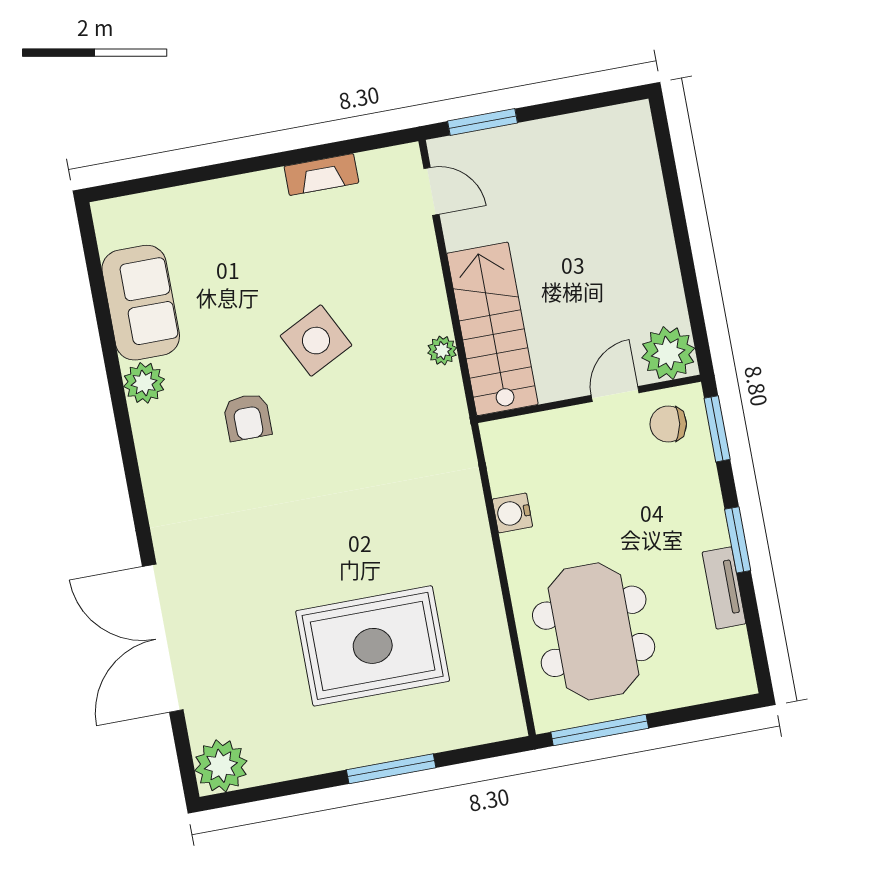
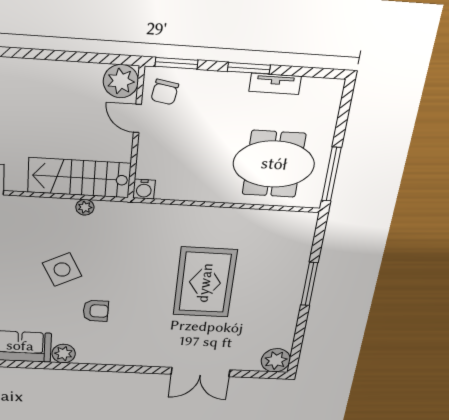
water cooler: (512, 513) -> (144, 189), moved
double door: (163, 638) -> (201, 372), width x0.73
rug: (373, 646) -> (205, 283), moved

